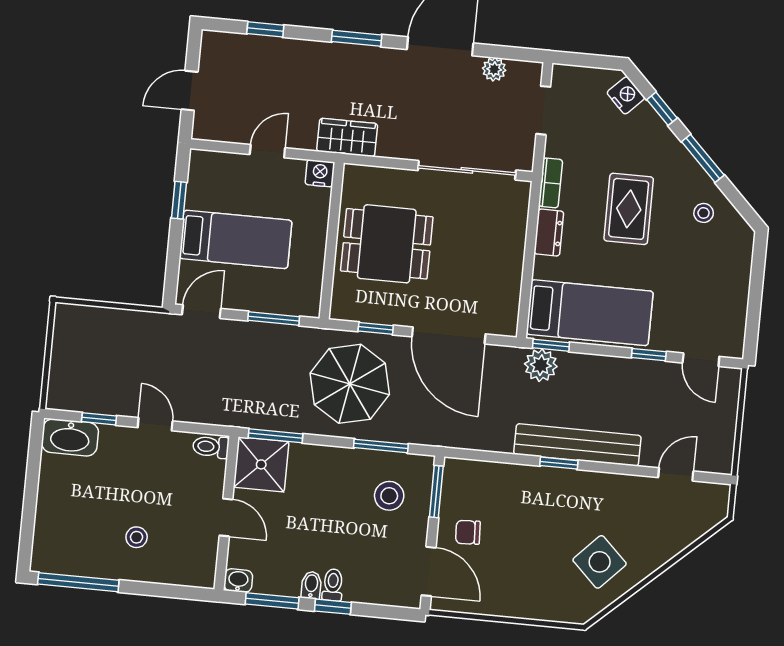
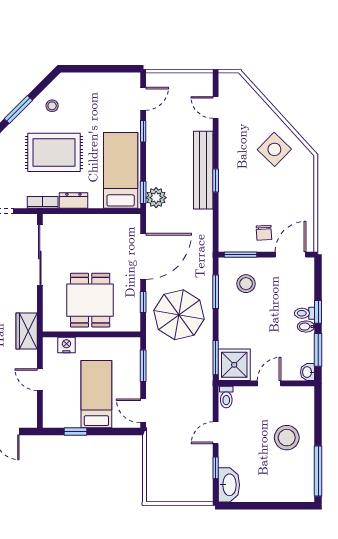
nightstand: (320, 173) -> (66, 345), moved, turned 90
rug: (629, 209) -> (54, 152), width x1.36, depth x1.43
stool: (137, 537) -> (287, 438), width x1.89, depth x1.89

